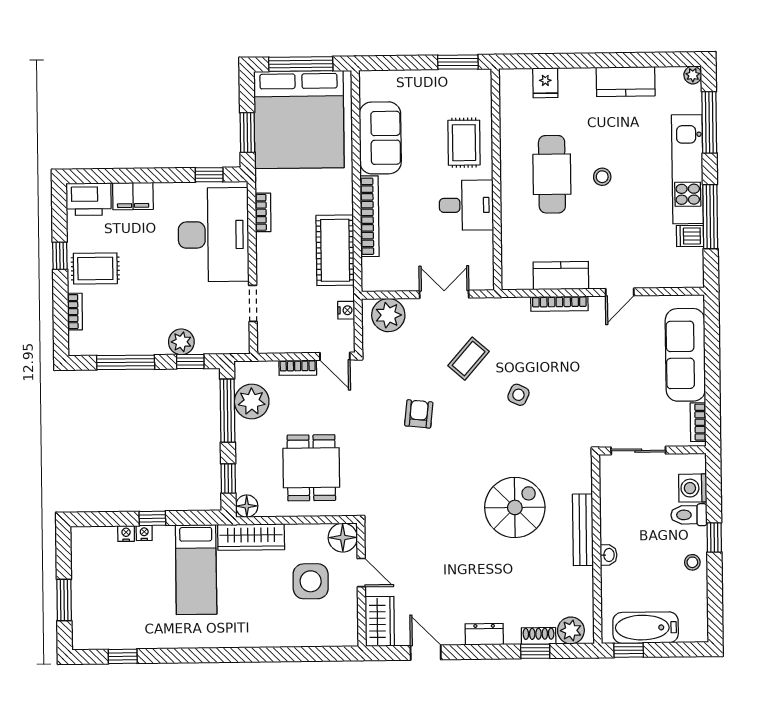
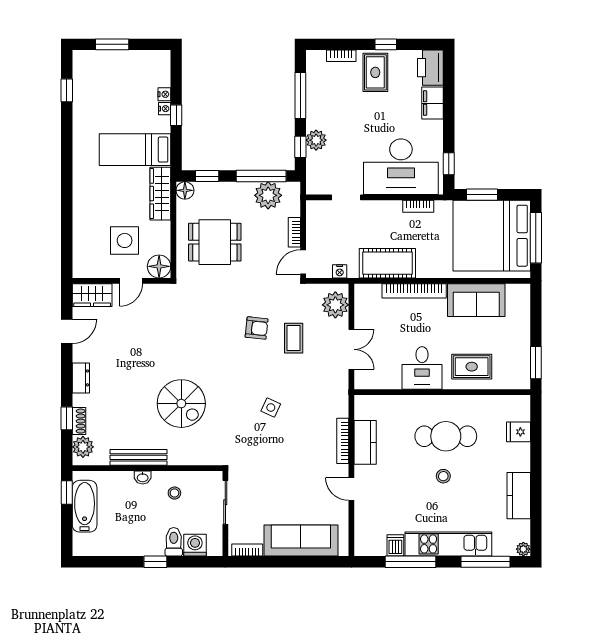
coffee table: (469, 359) -> (294, 338), moved, turned 49
bench: (583, 530) -> (138, 457), moved
stool: (692, 562) -> (174, 493), moved

